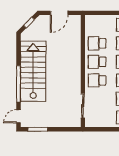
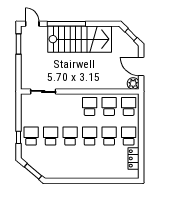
plant: (75, 20) -> (133, 83), added
school desk: (97, 80) -> (129, 106), moved

